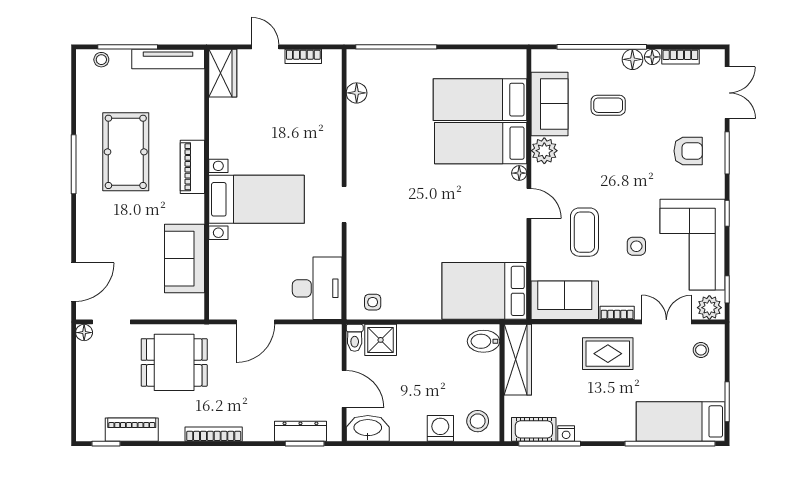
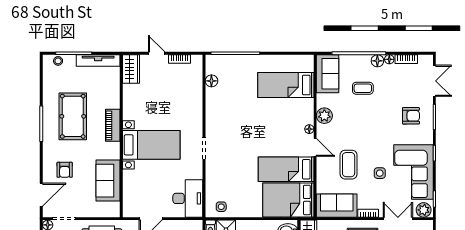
sofa: (550, 104) -> (328, 74), moved
bed: (481, 143) -> (286, 169), moved
armchair: (112, 241) -> (65, 170), added

